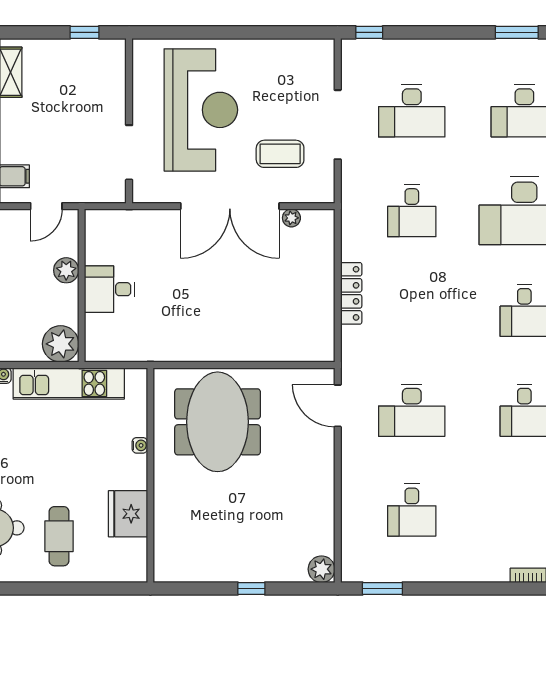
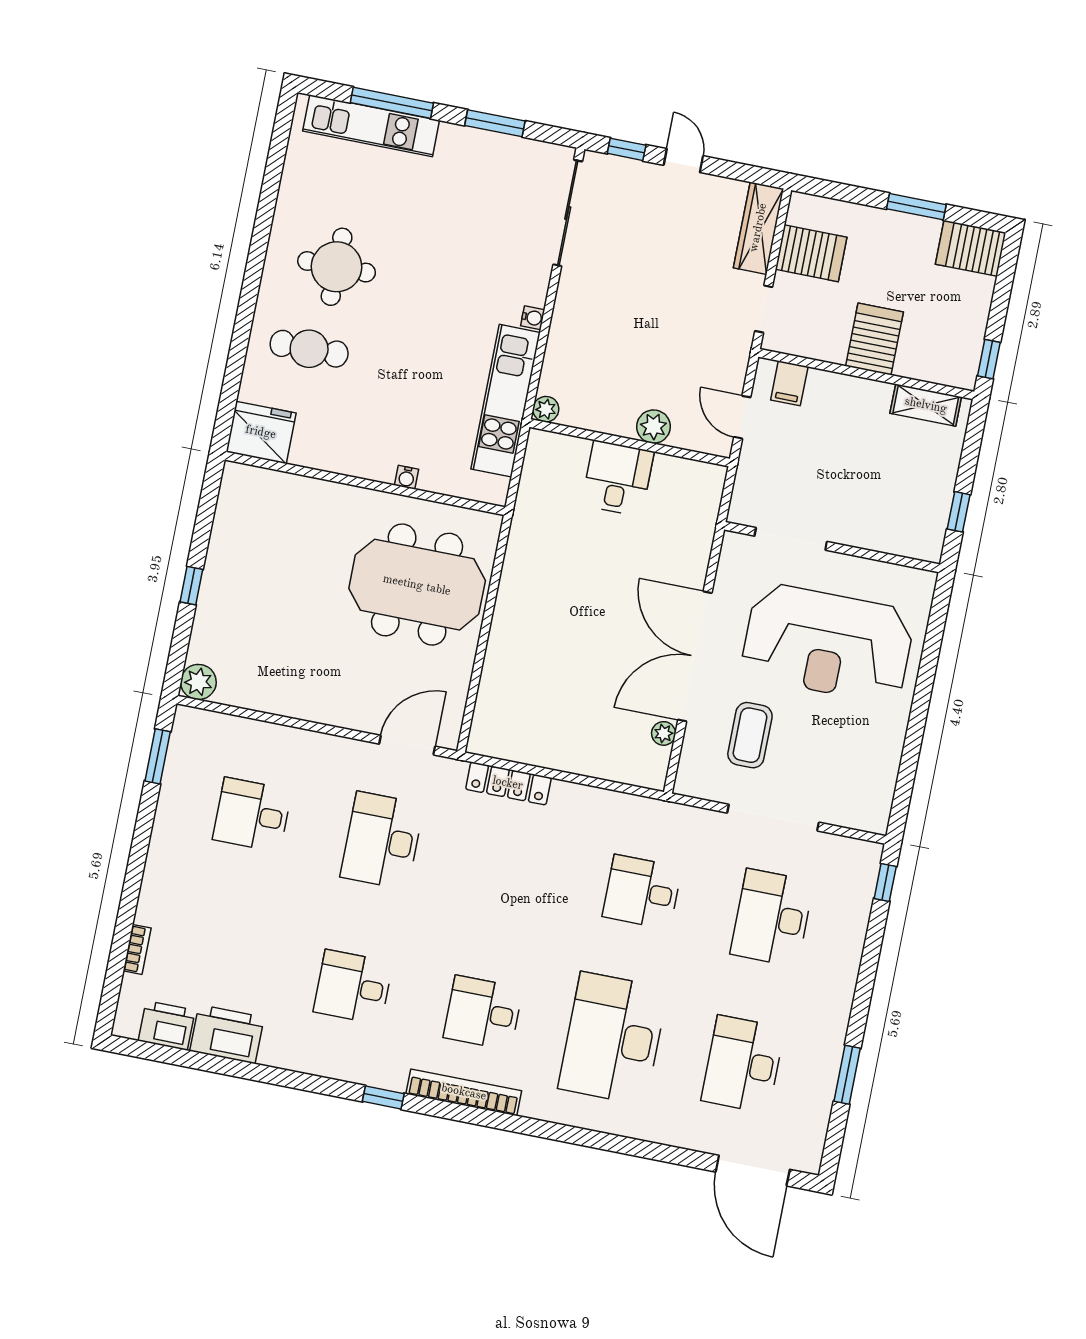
locker: (351, 293) -> (508, 783), moved
plant: (61, 344) -> (546, 409), width x0.53, depth x0.53
fridge: (128, 514) -> (261, 432), moved

